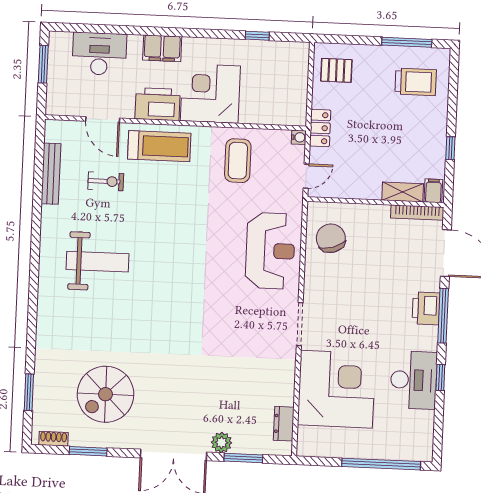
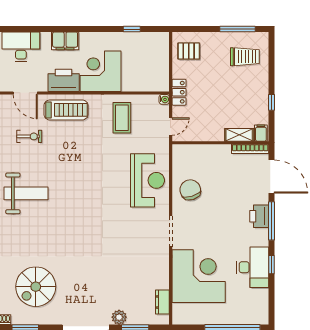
chair: (331, 238) -> (190, 190), moved

